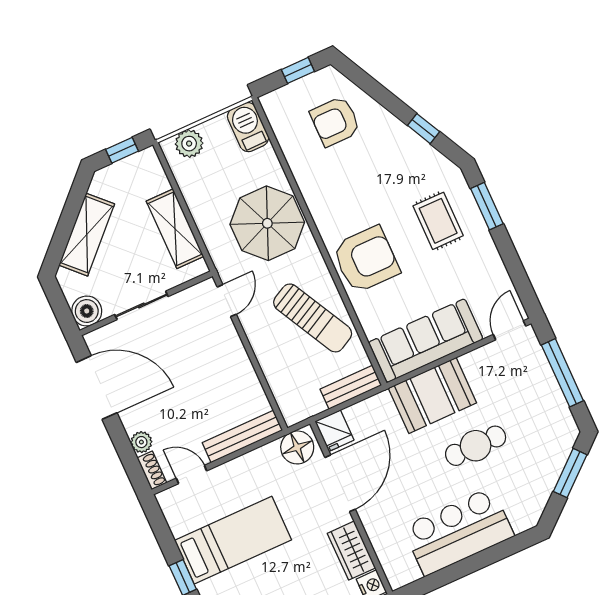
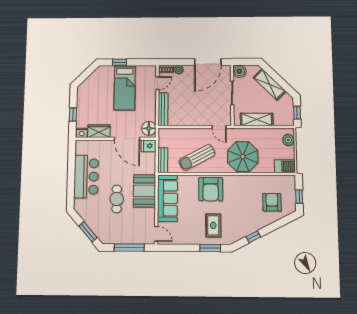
rug: (438, 221) -> (213, 225), turned 90

